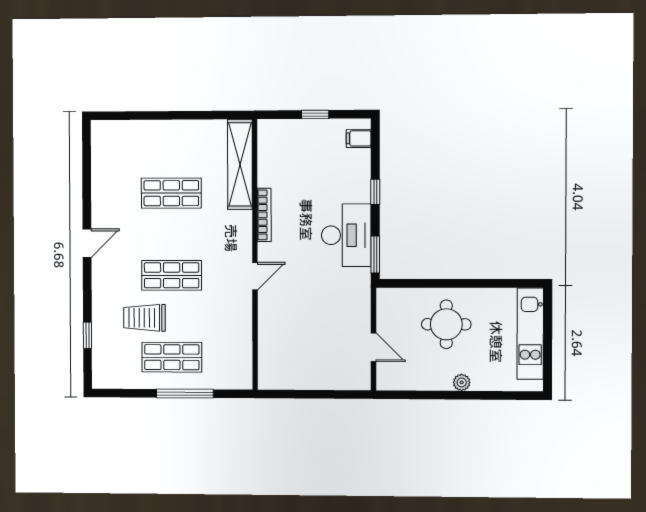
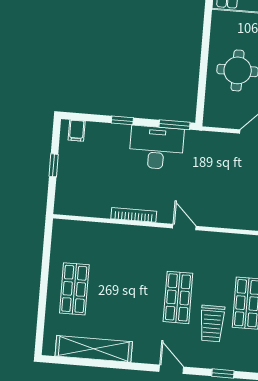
shelving: (240, 164) -> (94, 349), moved
shop shelf: (171, 193) -> (74, 289), moved
door: (87, 243) -> (171, 369), moved

